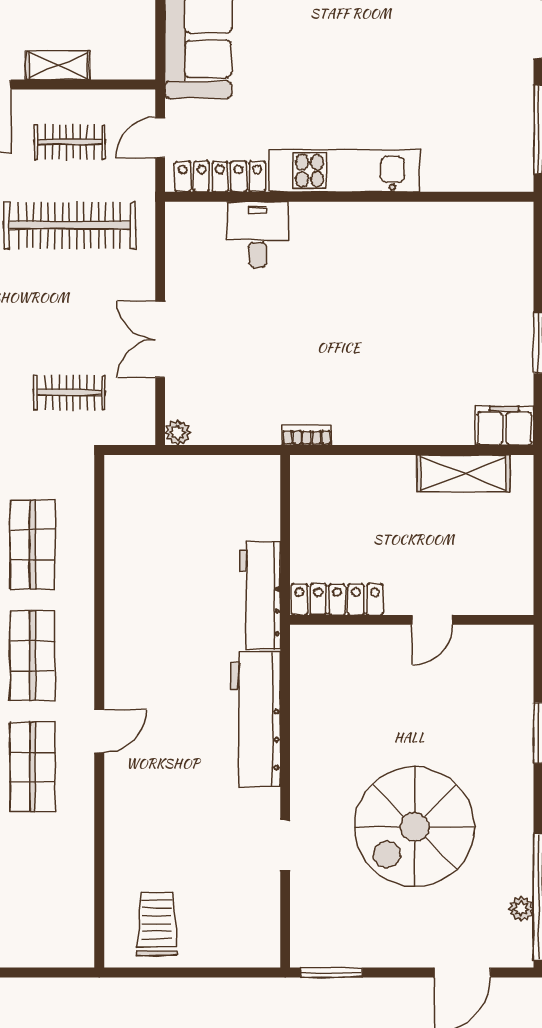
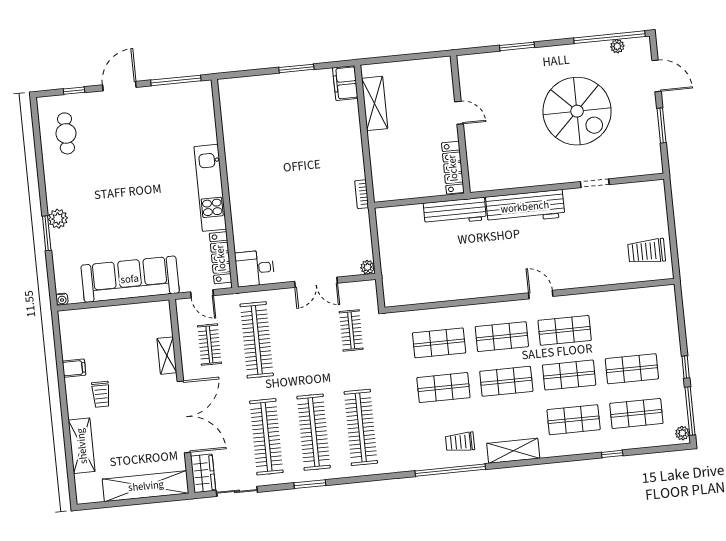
desk: (258, 234) -> (255, 268), moved
window: (331, 972) -> (662, 125), moved

